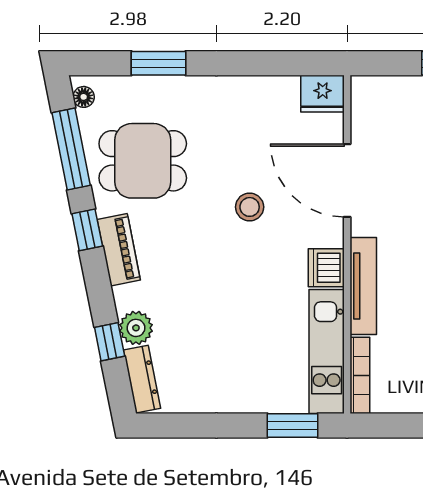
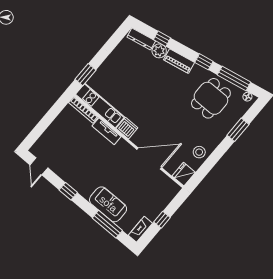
stool: (250, 207) -> (199, 152), moved
piano: (119, 250) -> (179, 61), moved
tv unit: (363, 286) -> (107, 131), width x0.71

